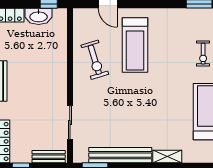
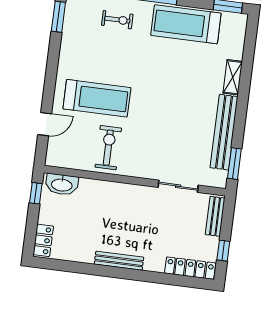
washbasin: (39, 16) -> (62, 185), moved, turned 90
exercise bike: (95, 60) -> (108, 148), turned -73

